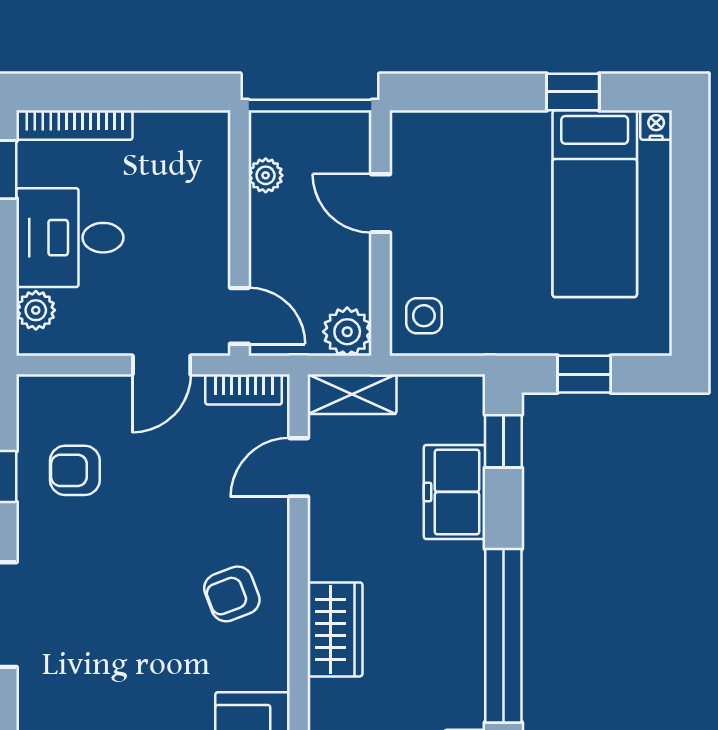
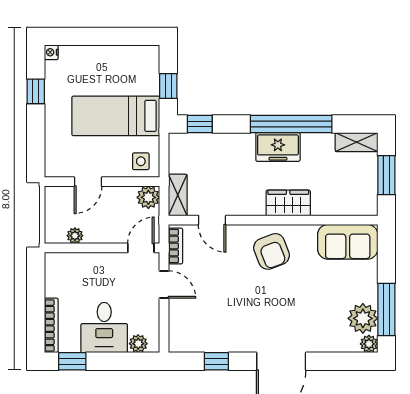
bed: (595, 204) -> (116, 116), moved, turned 180
armchair: (75, 470) -> (213, 325), removed
freezer: (455, 492) -> (278, 147), moved
armchair: (232, 594) -> (271, 251), width x1.38, depth x1.38

